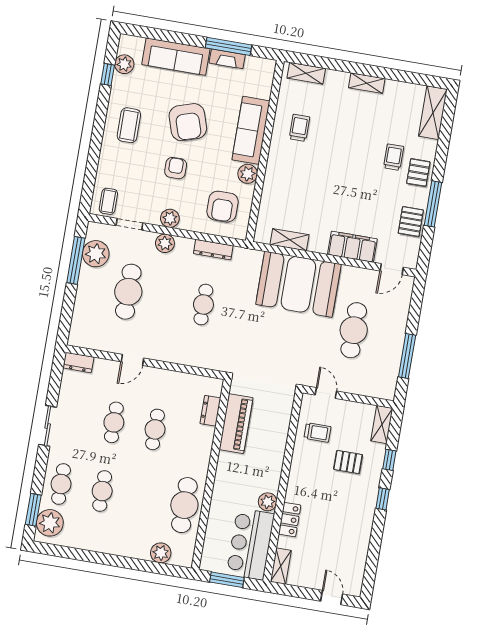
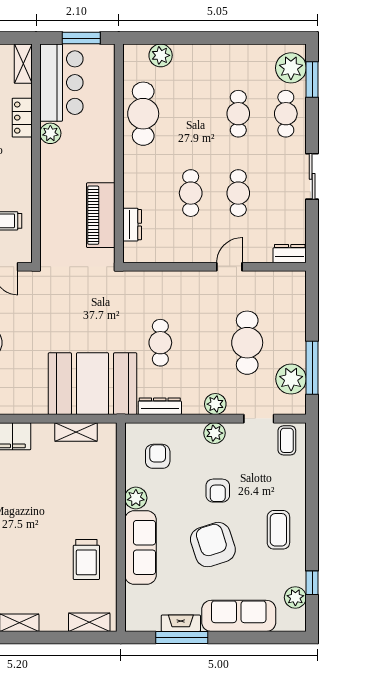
trolley: (299, 128) -> (86, 560), width x1.36, depth x1.39
armchair: (223, 207) -> (158, 456), width x0.72, depth x0.72
booth: (298, 284) -> (93, 384), moved

